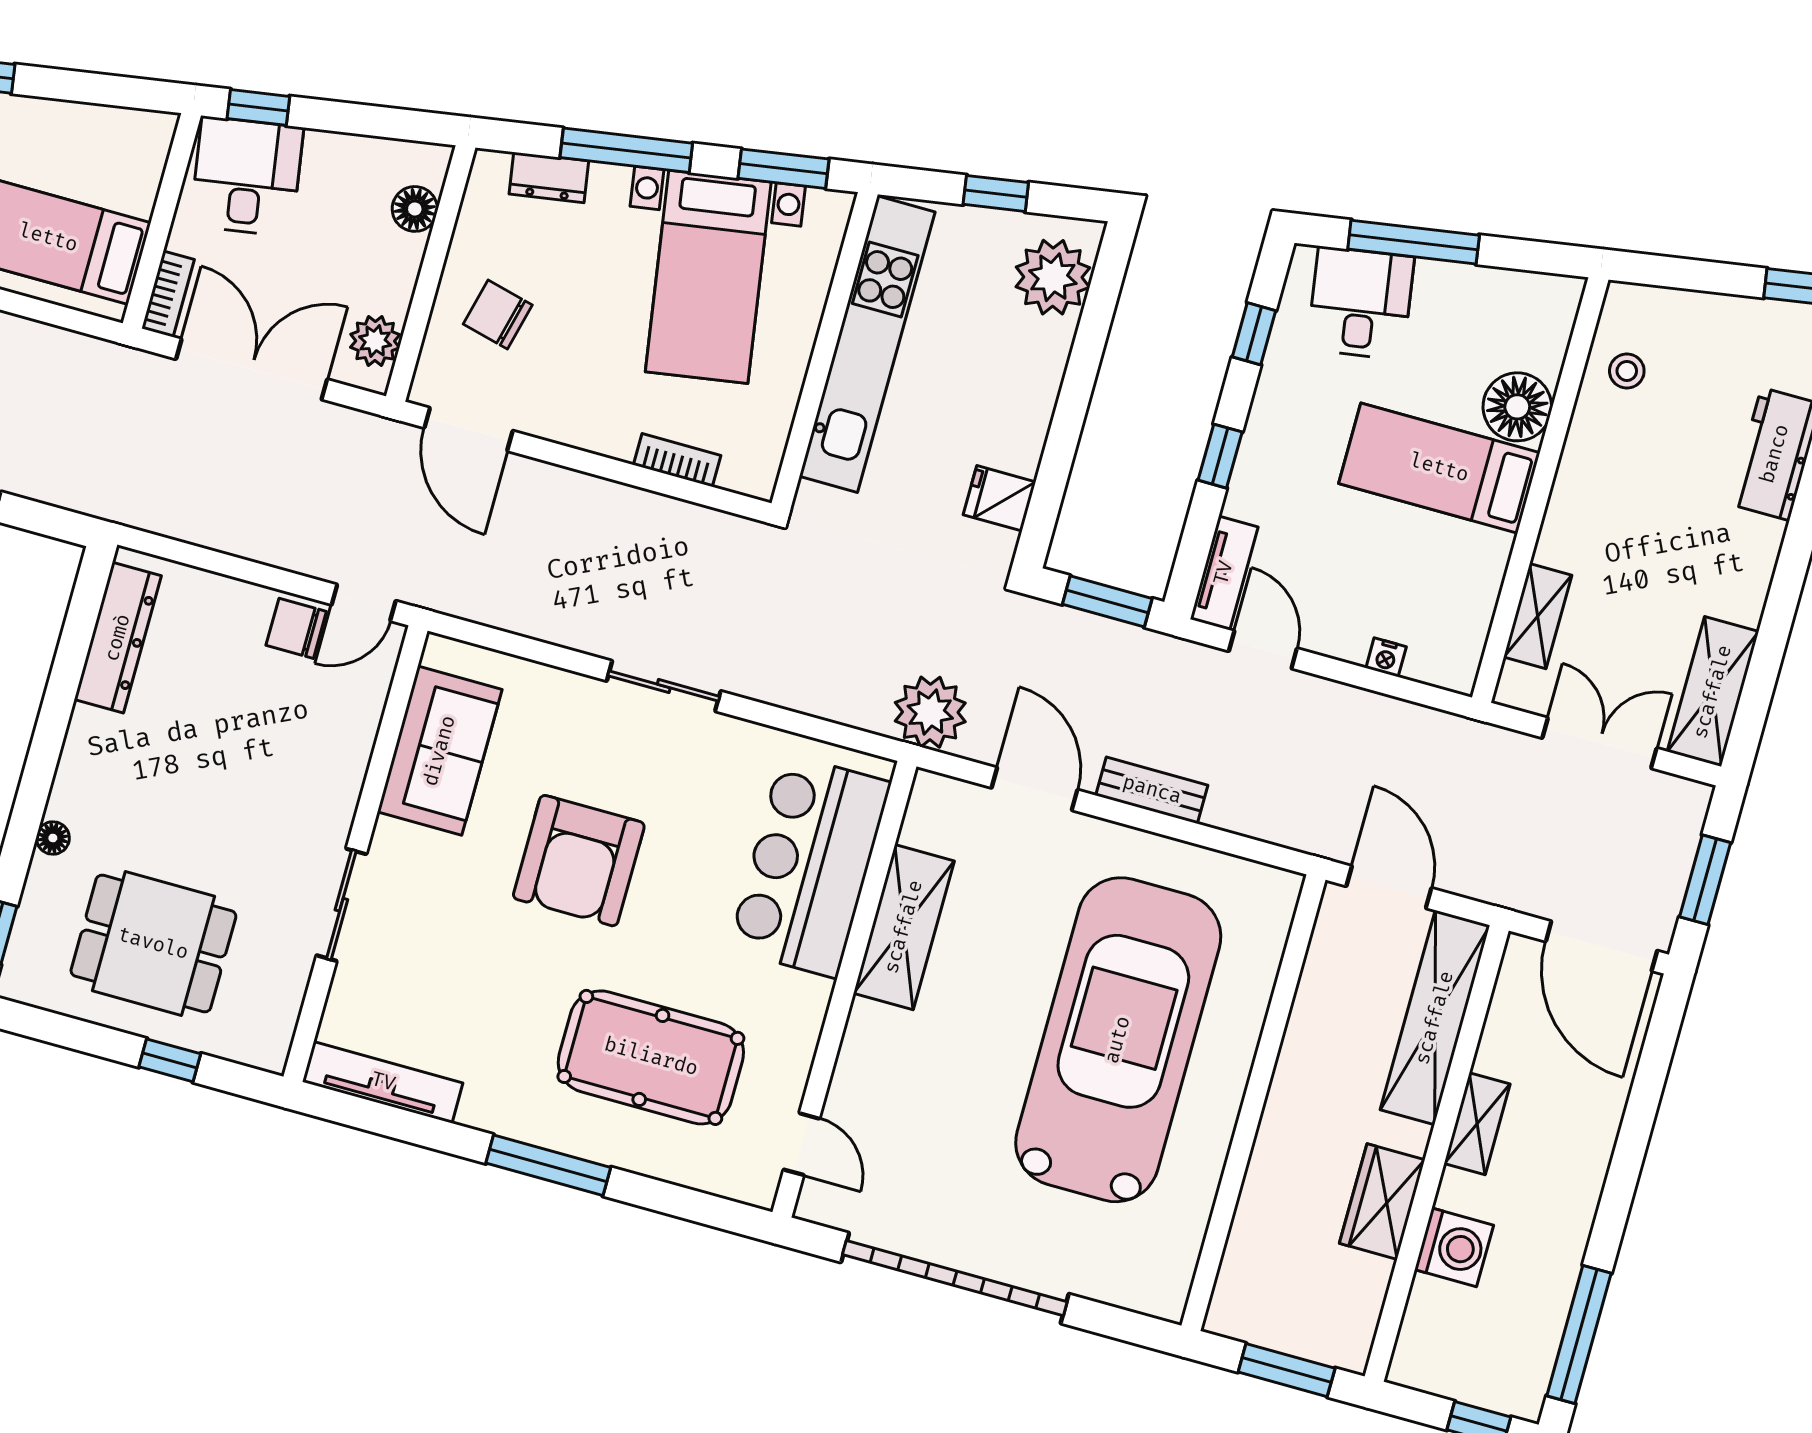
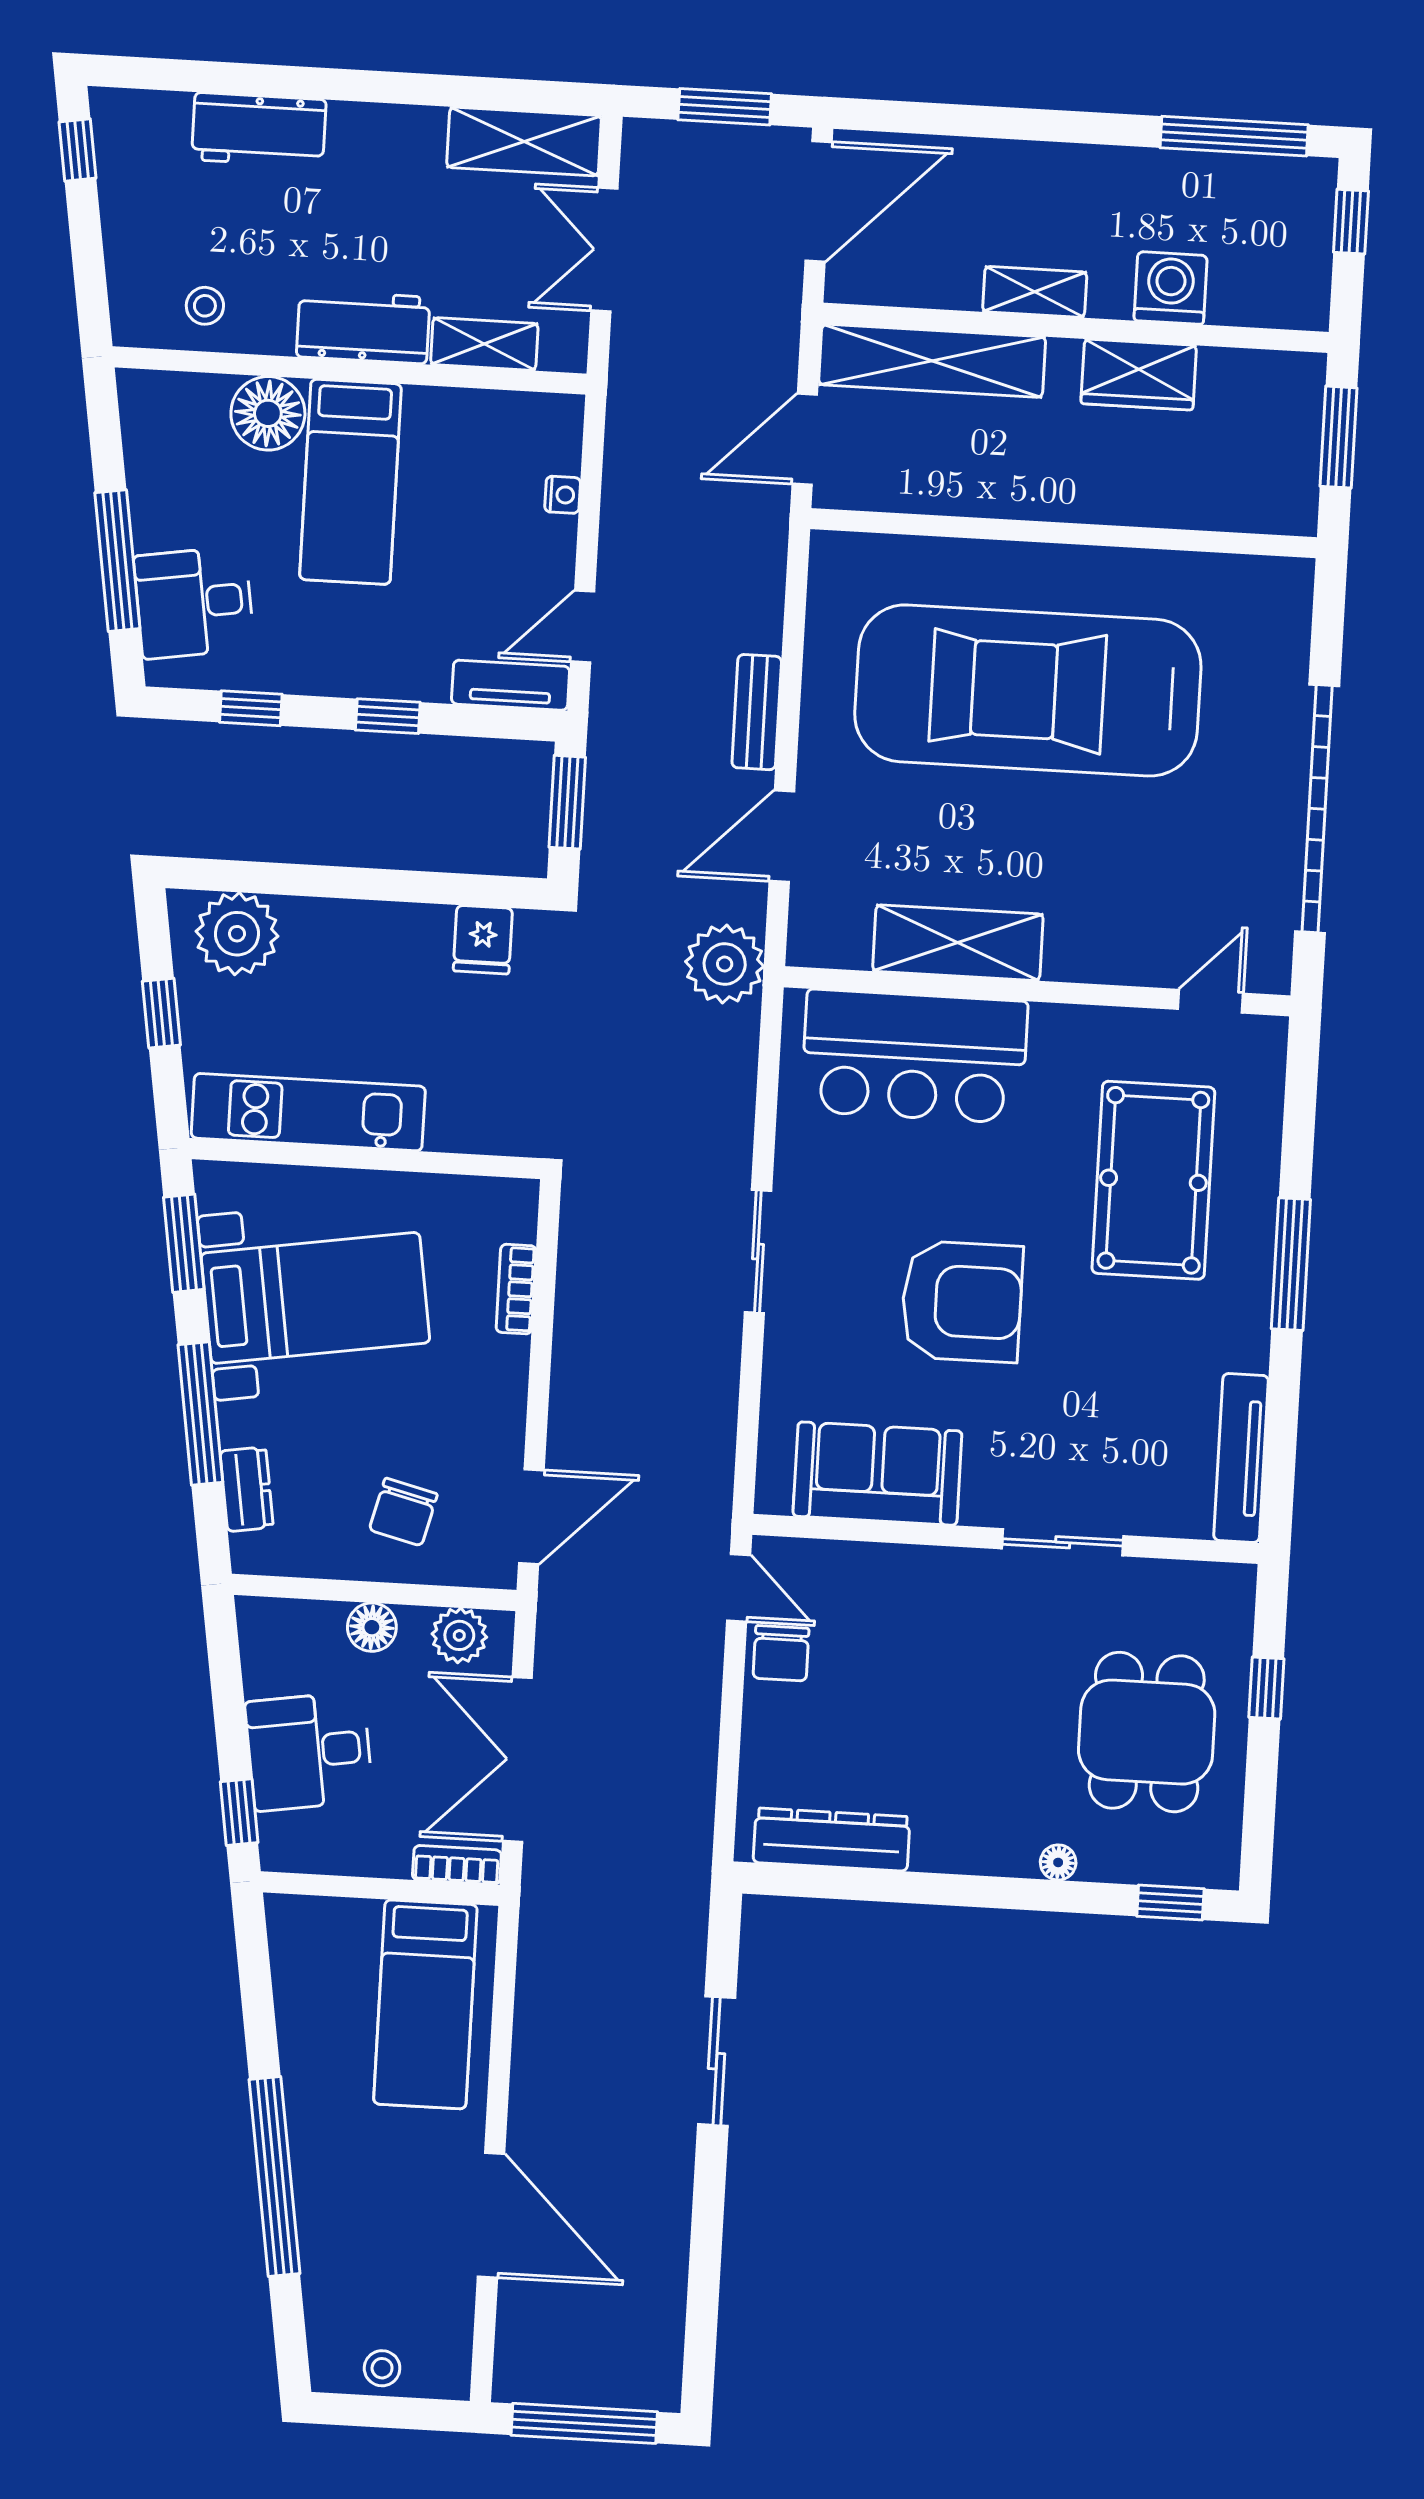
desk: (247, 176) -> (309, 1751), moved
floor lamp: (415, 209) -> (372, 1627), moved
kitchen unit: (867, 344) -> (308, 1112), width x0.73
workbench: (1577, 510) -> (363, 327), added

